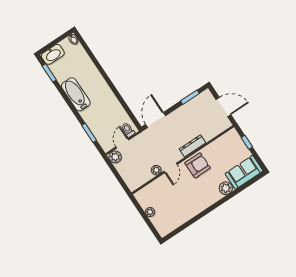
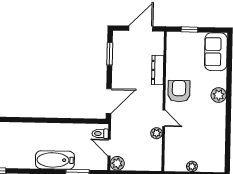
bathtub: (76, 94) -> (55, 160), moved
door: (156, 120) -> (109, 101), swing flipped
dresser: (193, 146) -> (158, 70), moved
plant: (226, 188) -> (219, 95), moved

